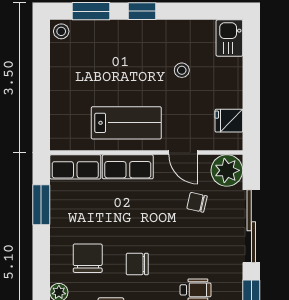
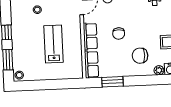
lab bench: (126, 123) -> (53, 44), moved
chair: (137, 264) -> (119, 34), moved

